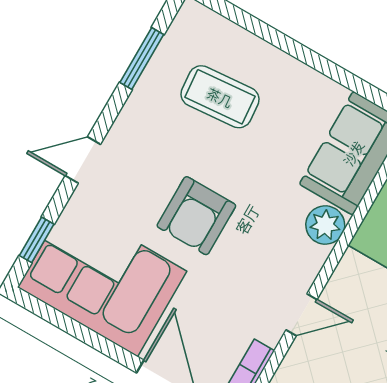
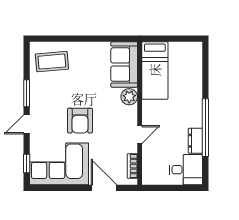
window: (142, 58) -> (27, 93), moved
coffee table: (220, 97) -> (52, 62), moved

